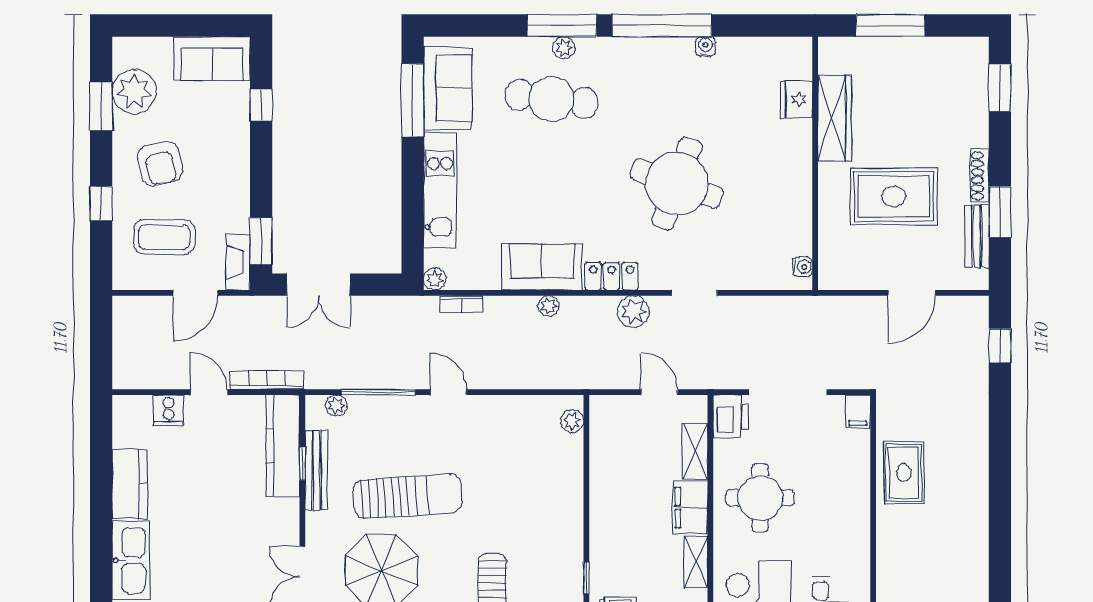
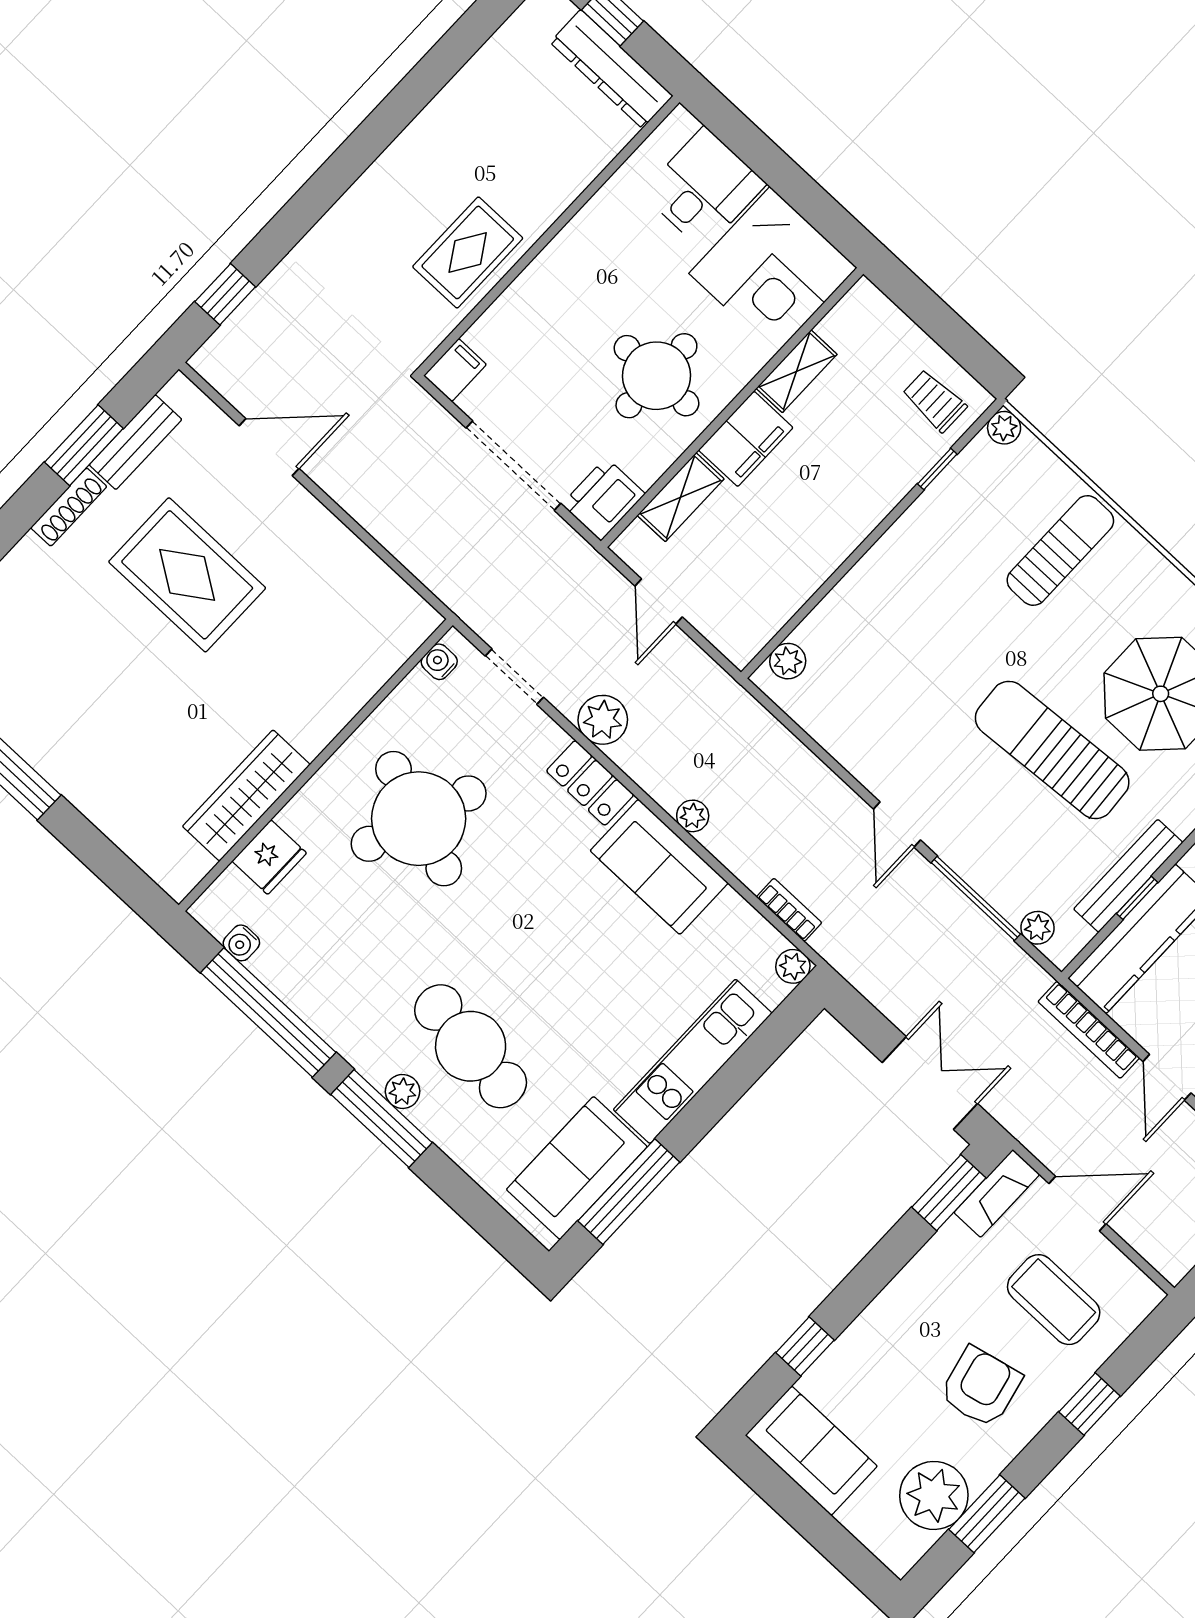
fridge: (796, 99) -> (269, 857), moved
wardrobe: (835, 118) -> (246, 795), moved
wall: (815, 163) -> (316, 765), moved
water cooler: (803, 267) -> (439, 662), moved

